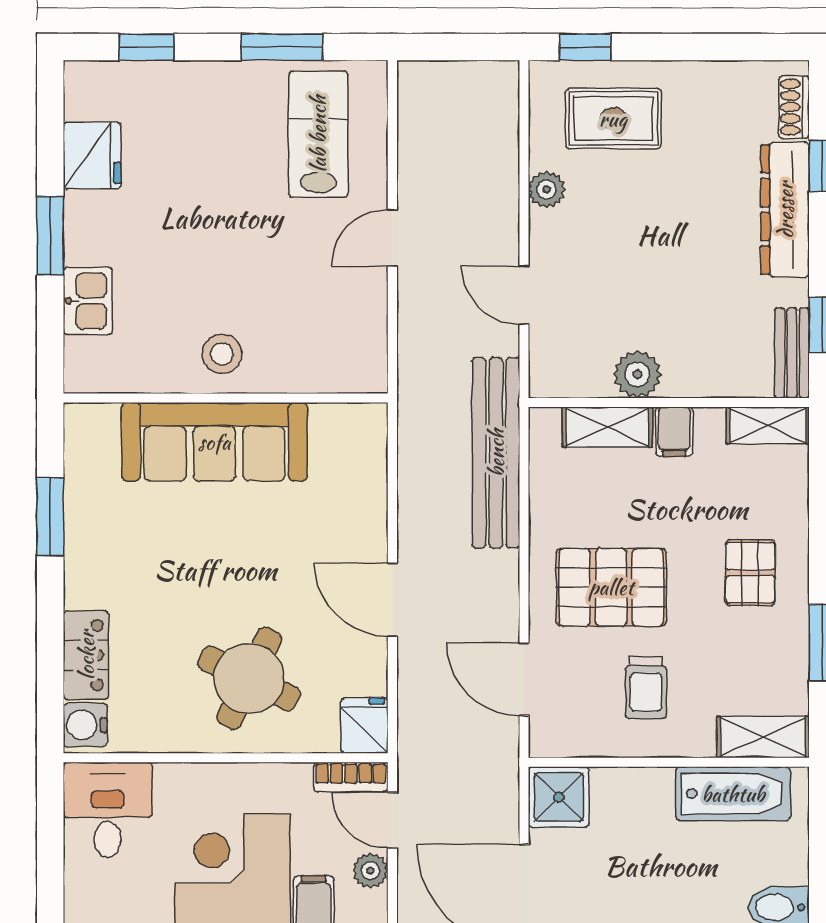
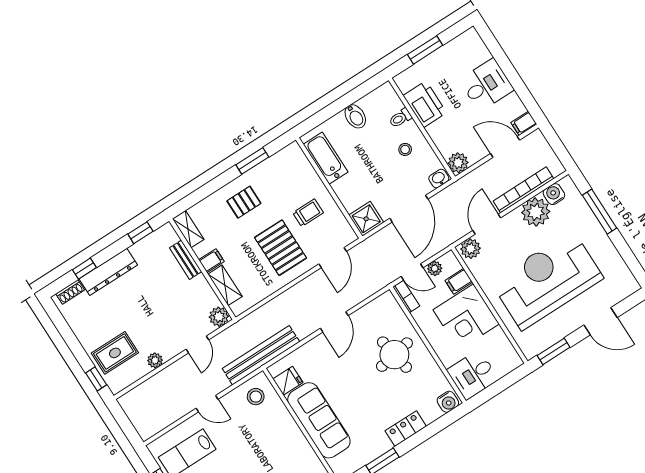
rug: (613, 119) -> (115, 353), turned 90
bench: (792, 353) -> (186, 260), moved, turned 90
stool: (222, 354) -> (256, 397), moved
plant: (637, 374) -> (219, 317), moved
bench: (496, 453) -> (261, 355), moved
locker: (86, 655) -> (406, 429), moved
round table: (249, 678) -> (394, 355), turned -36
fridge: (365, 725) -> (288, 381), moved, turned 180
shelving: (763, 737) -> (299, 160), removed
door: (392, 820) -> (412, 272), hinge flipped

